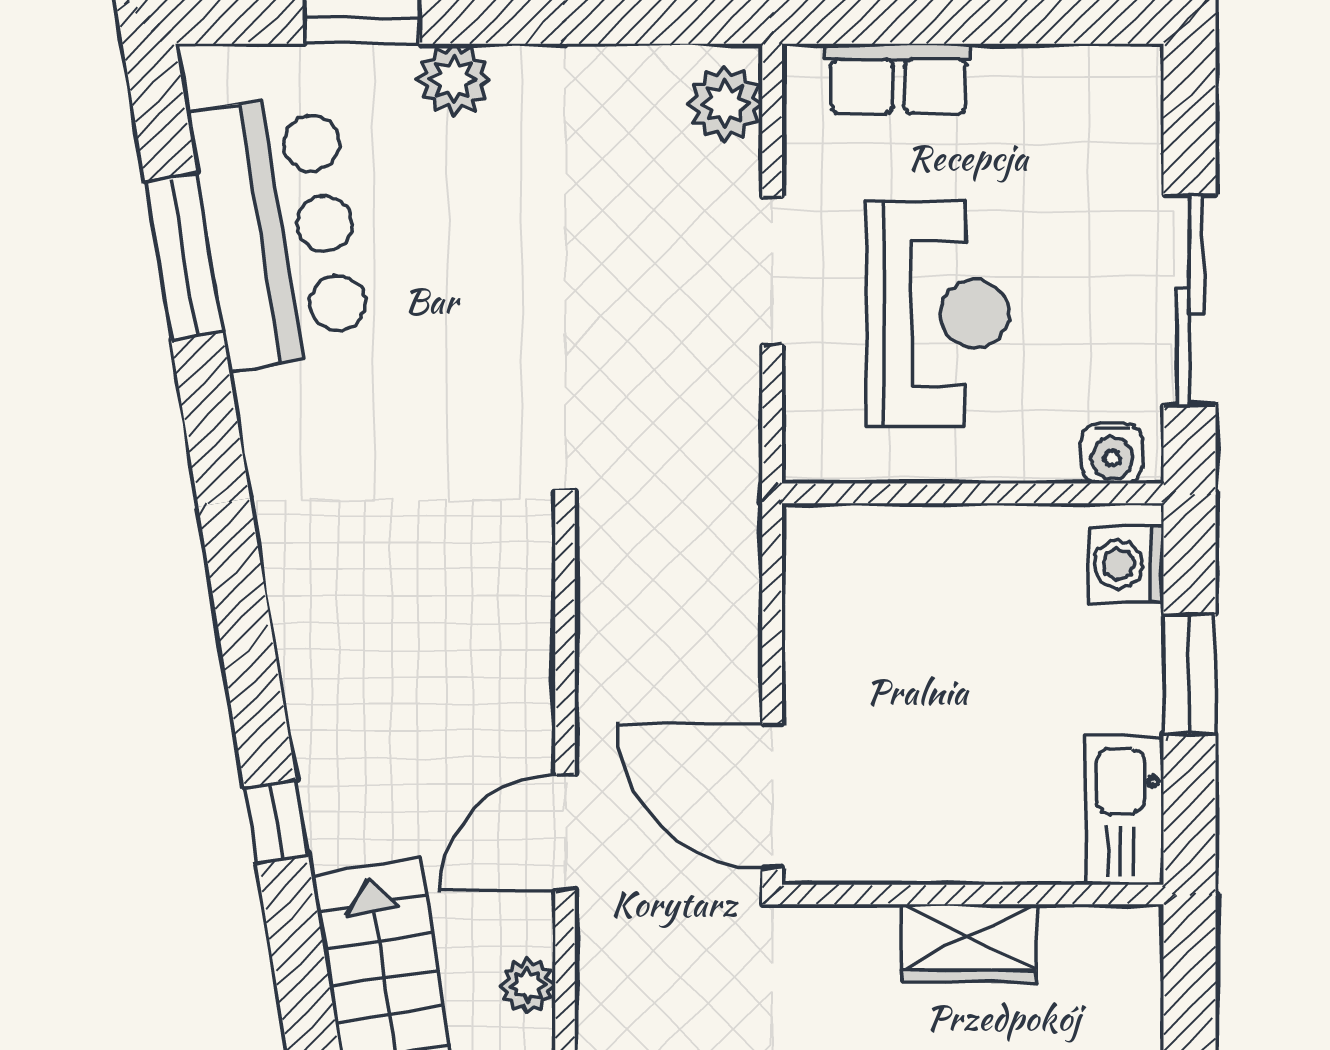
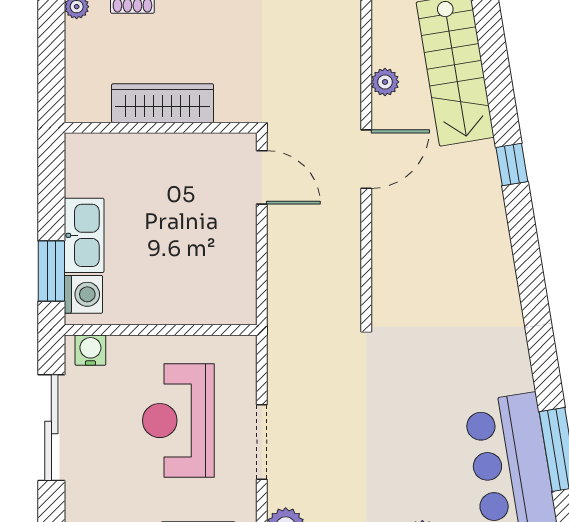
window: (1189, 674) -> (51, 271), moved
door: (772, 796) -> (262, 177), width x0.73
kitchen sink: (1125, 811) -> (84, 235), moved
wardrobe: (969, 943) -> (163, 103), width x1.50

